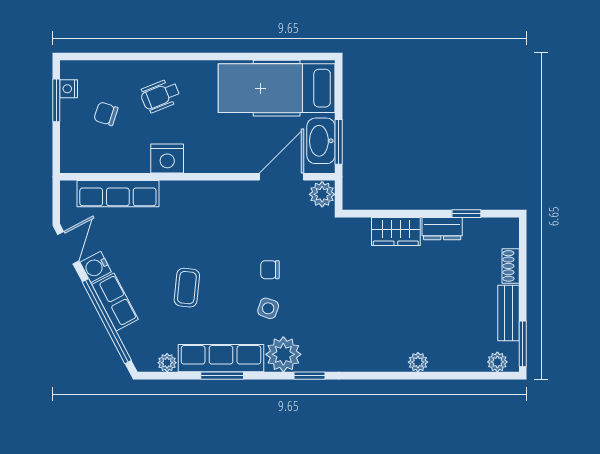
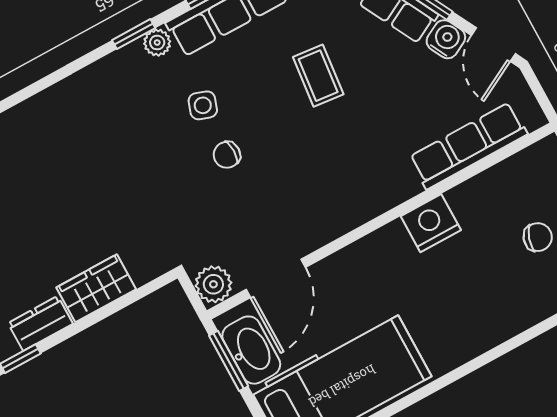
wheelchair: (160, 96) -> (482, 297), removed
chair: (270, 270) -> (227, 155), turned 180
plant: (283, 354) -> (157, 43), width x0.53, depth x0.53
window: (309, 376) -> (134, 34), moved

